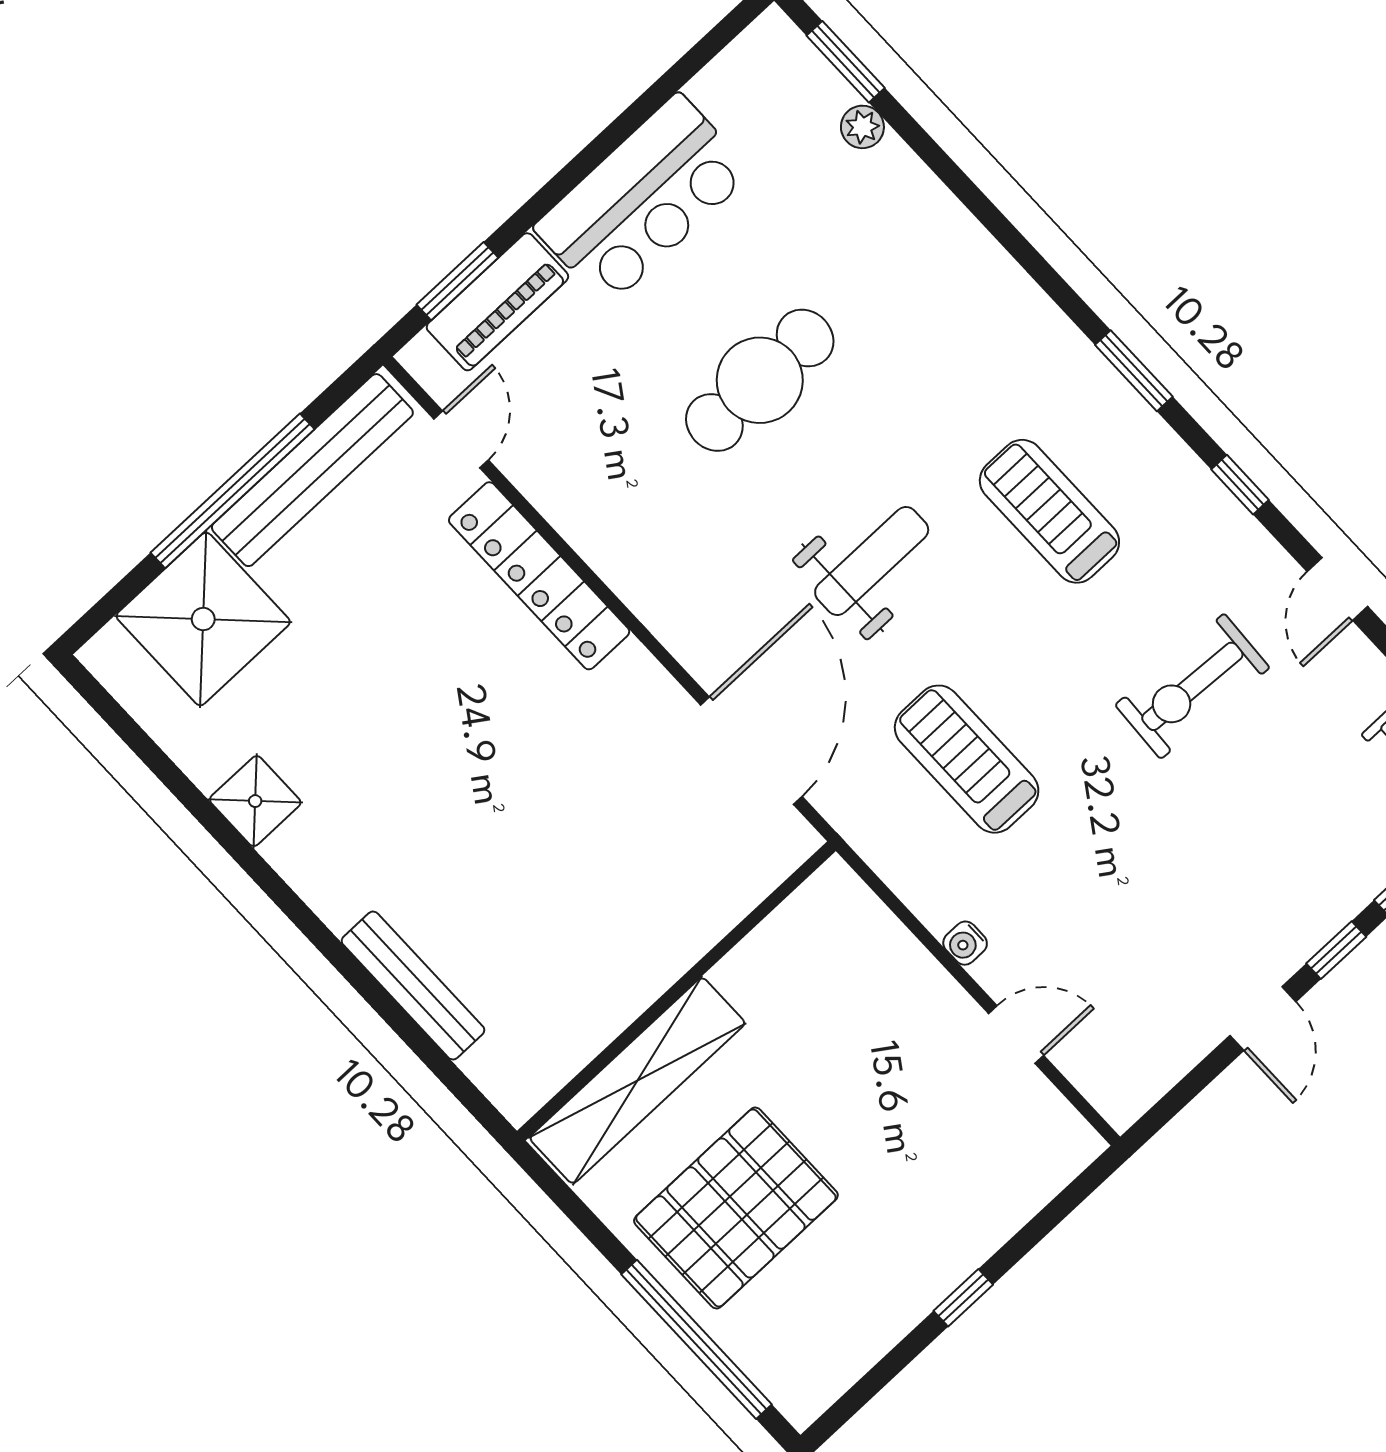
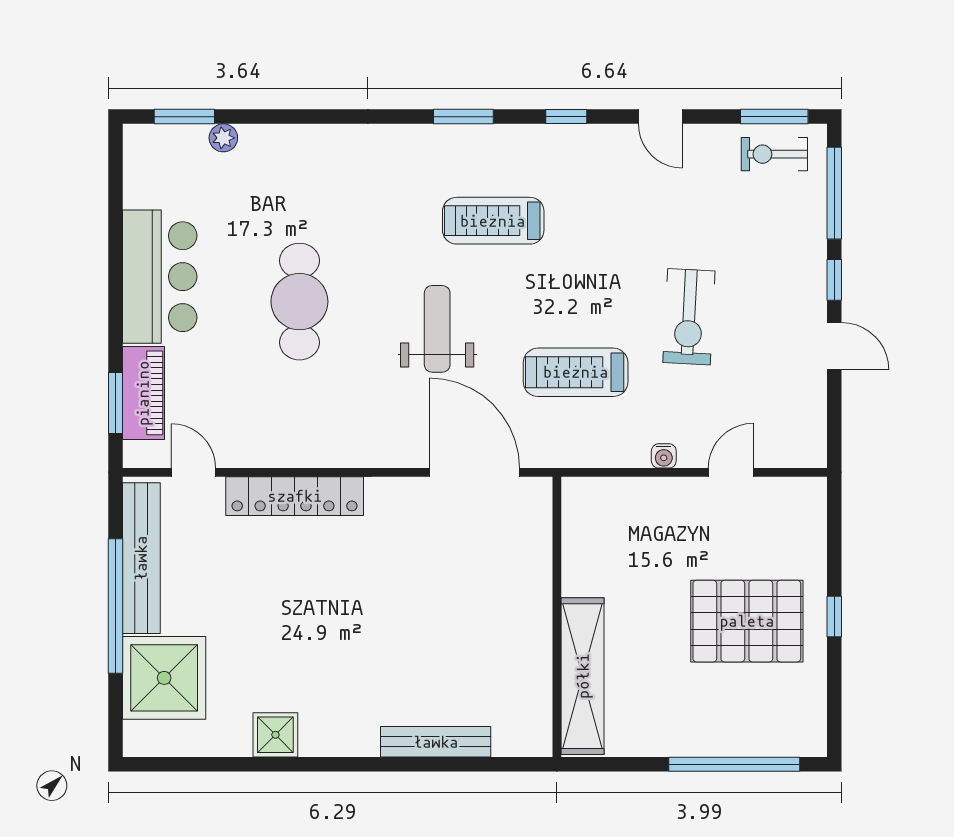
exercise bike: (1192, 686) -> (689, 317), moved
pallet: (736, 1208) -> (747, 621), moved, turned 90

